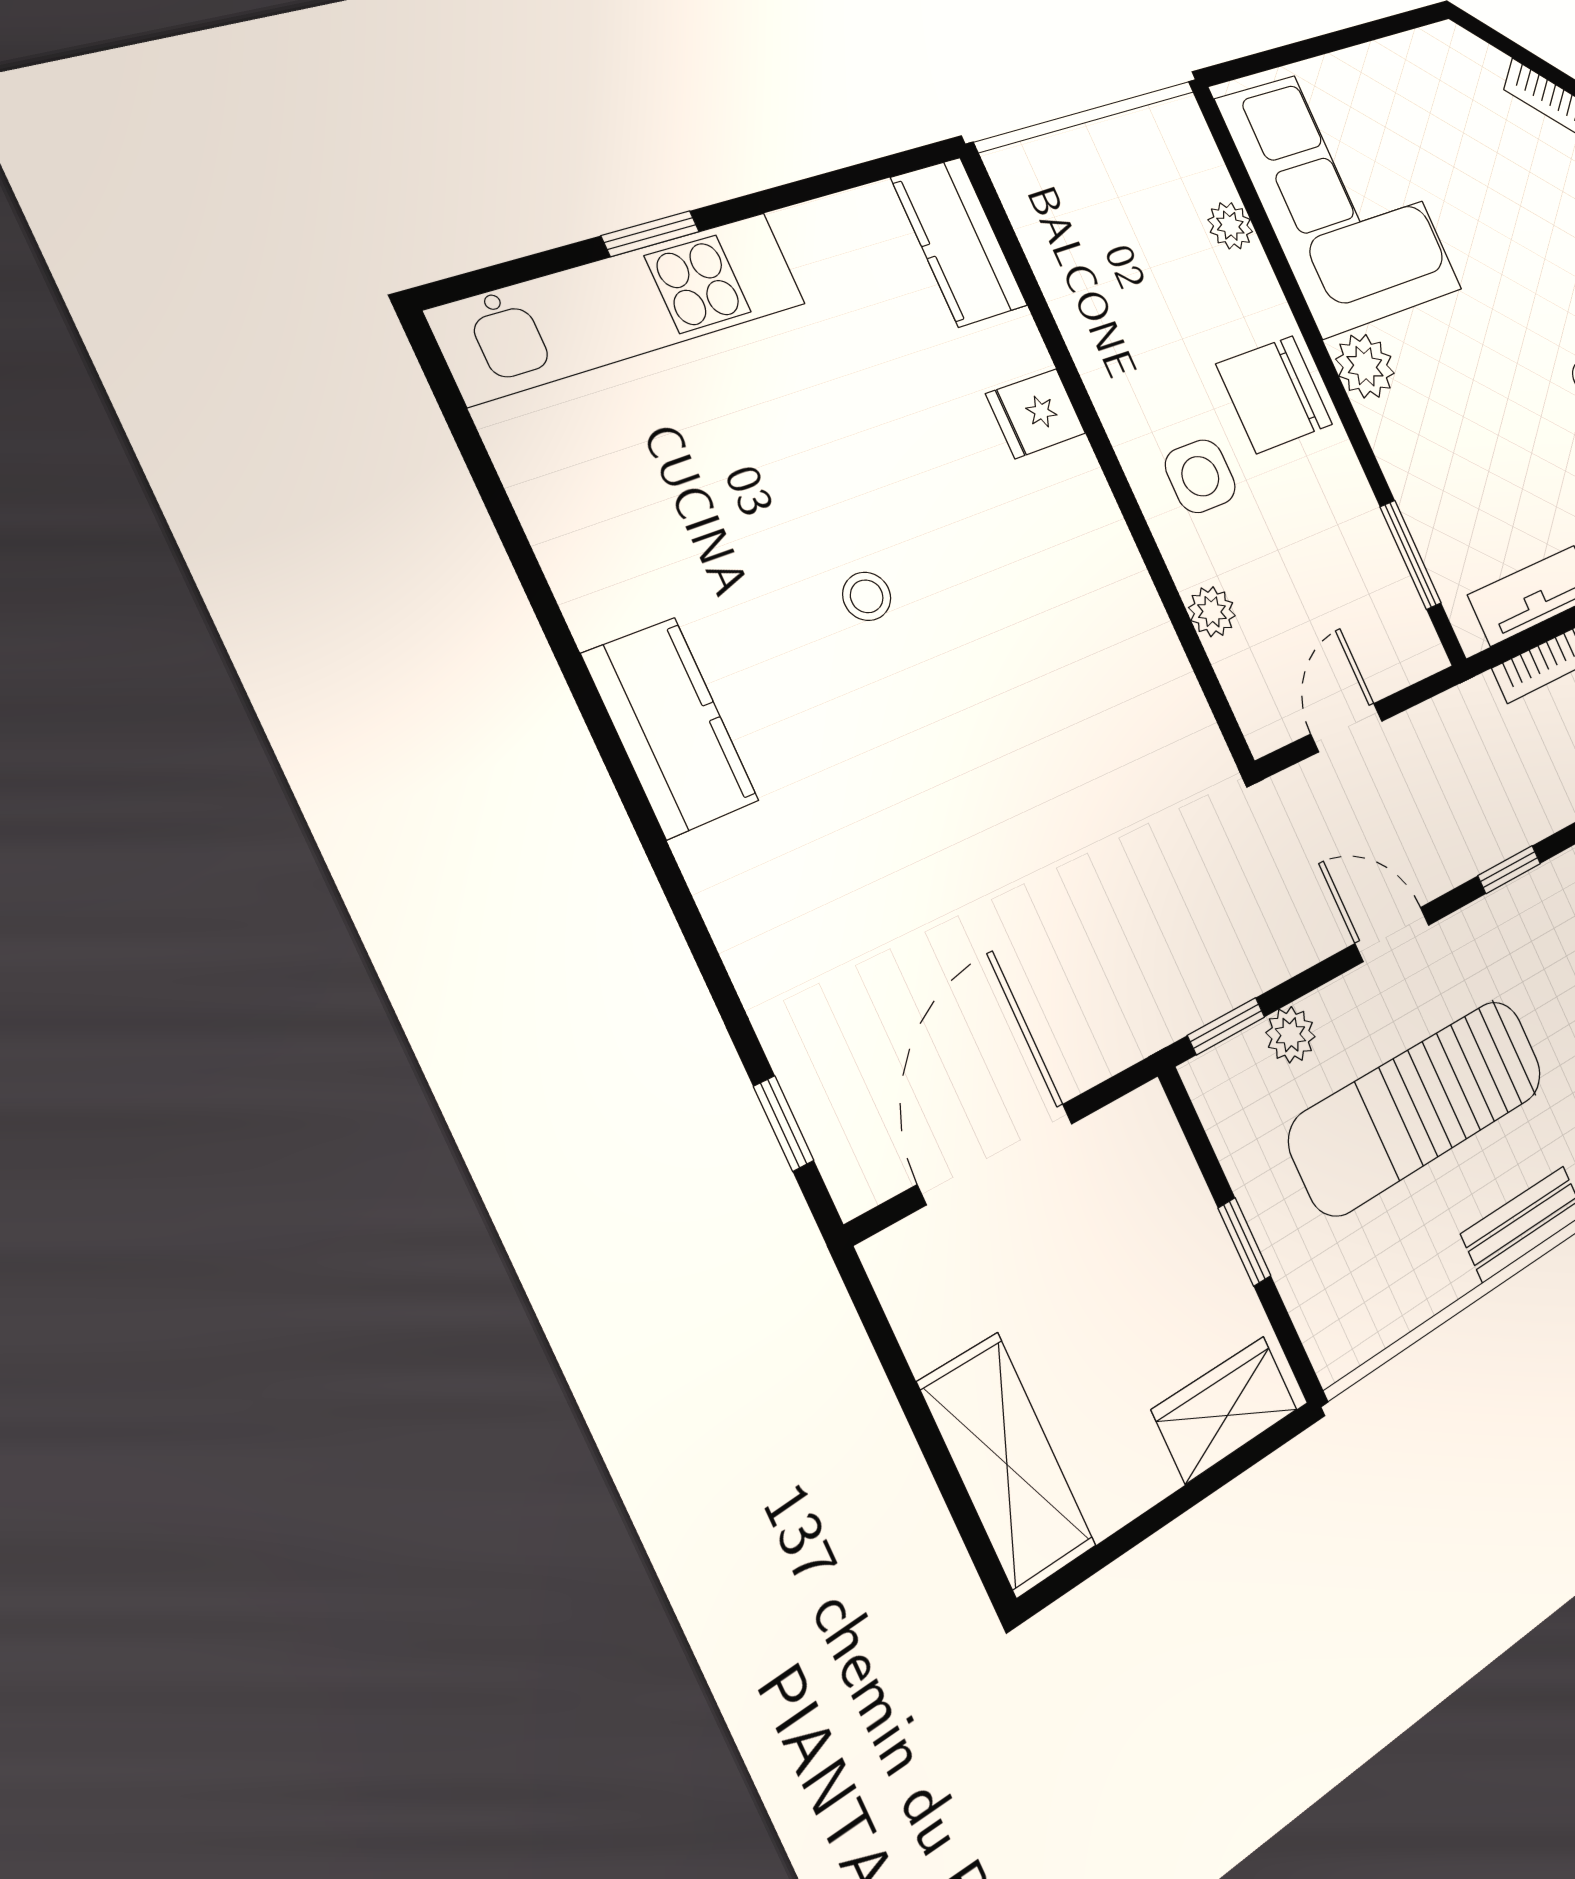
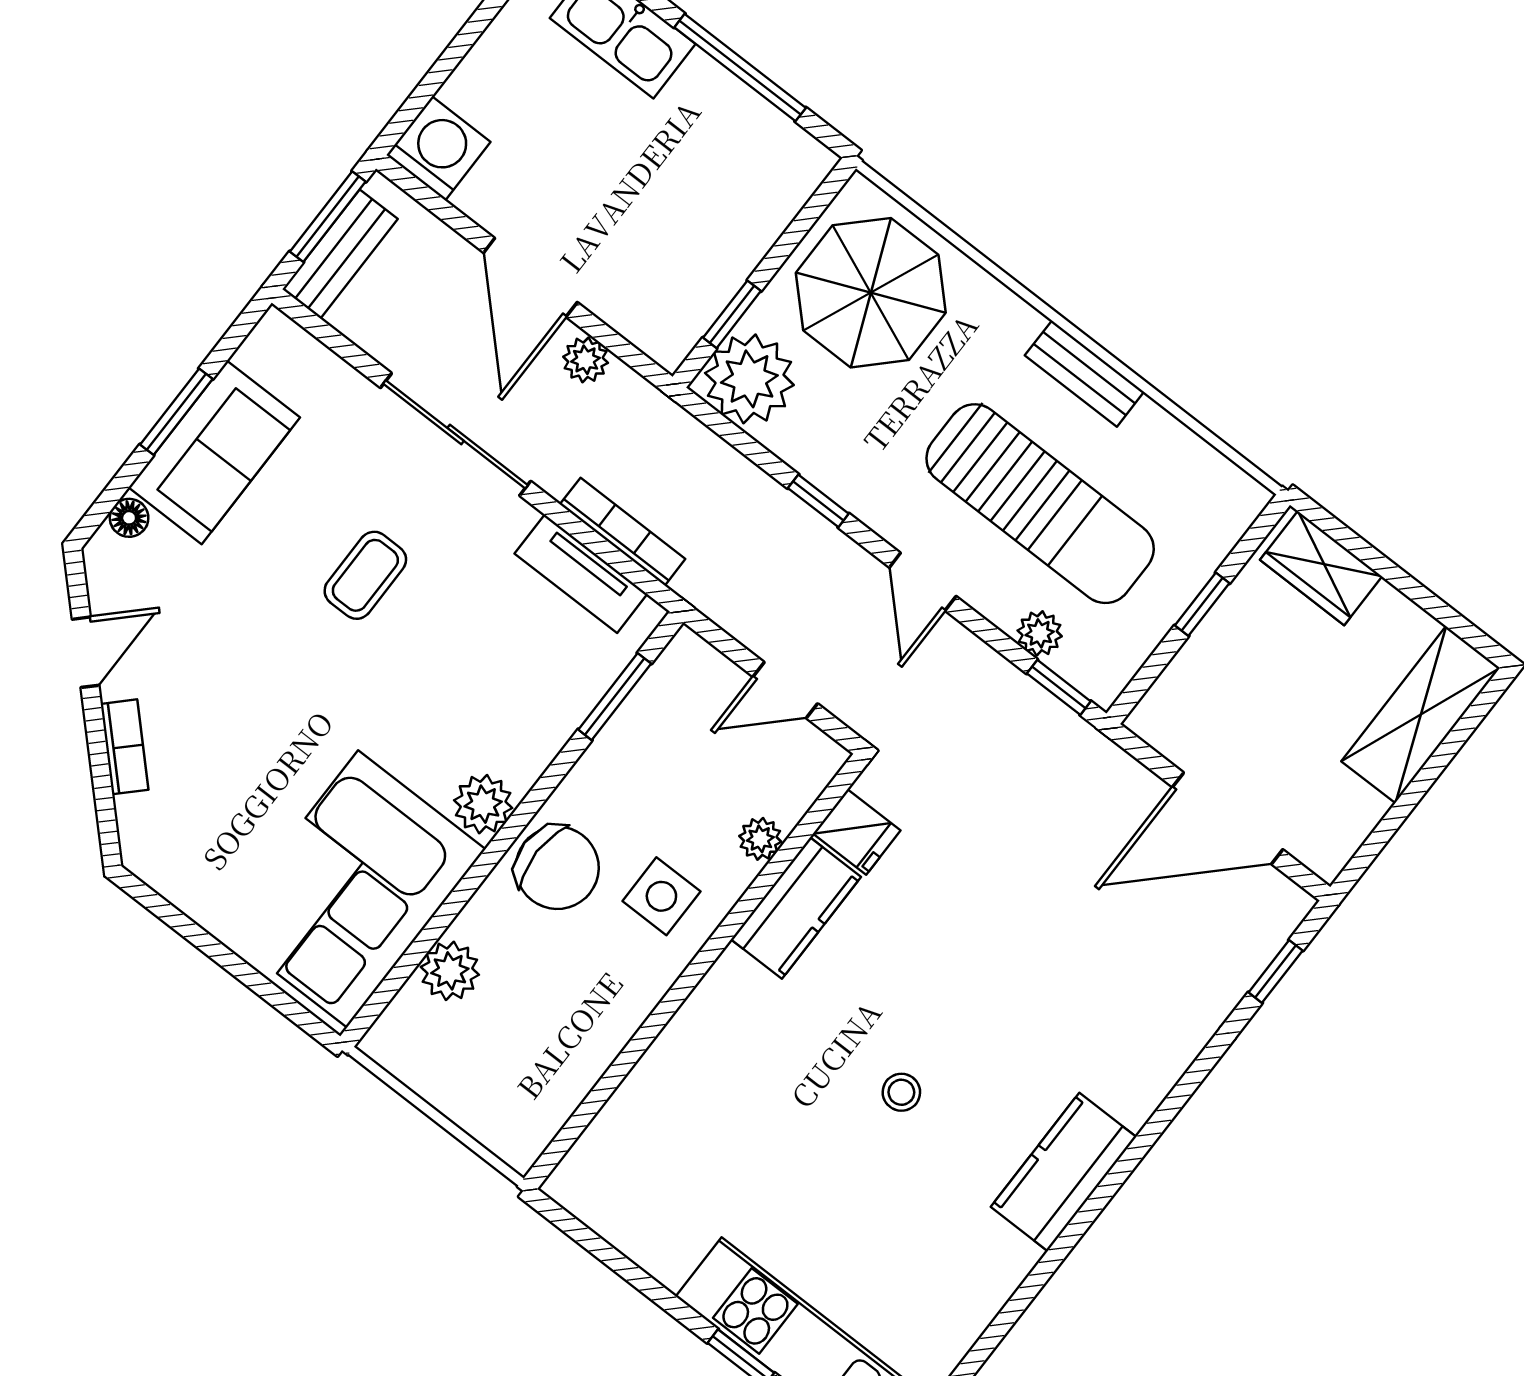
plant: (1230, 226) -> (450, 971), width x1.38, depth x1.38
kitchen counter: (959, 242) -> (796, 908), moved
fridge: (1036, 414) -> (857, 832), moved

